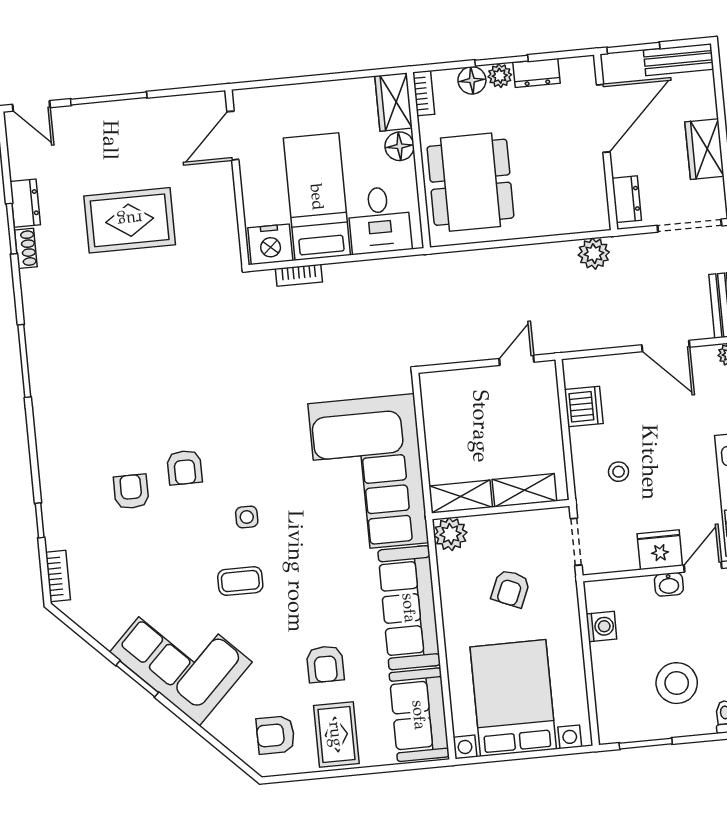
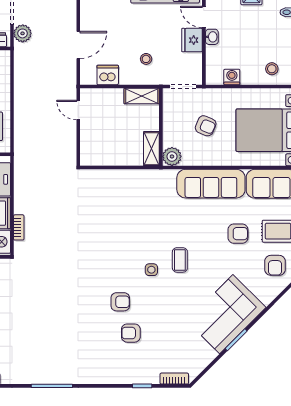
plant: (594, 254) -> (23, 33), moved
door: (666, 346) -> (78, 45), moved
corner sofa: (368, 473) -> (133, 199), removed
shelving: (524, 490) -> (142, 96), moved, turned 90
coffee table: (240, 581) -> (180, 260), moved
stool: (677, 683) -> (272, 69), moved, width x0.53, depth x0.53

